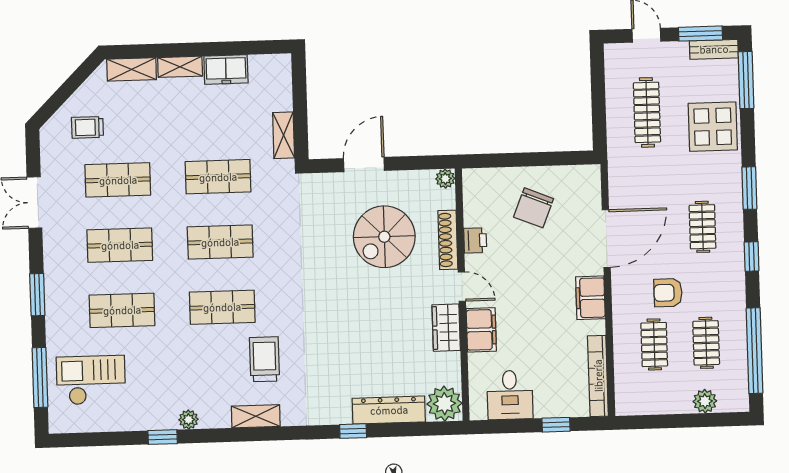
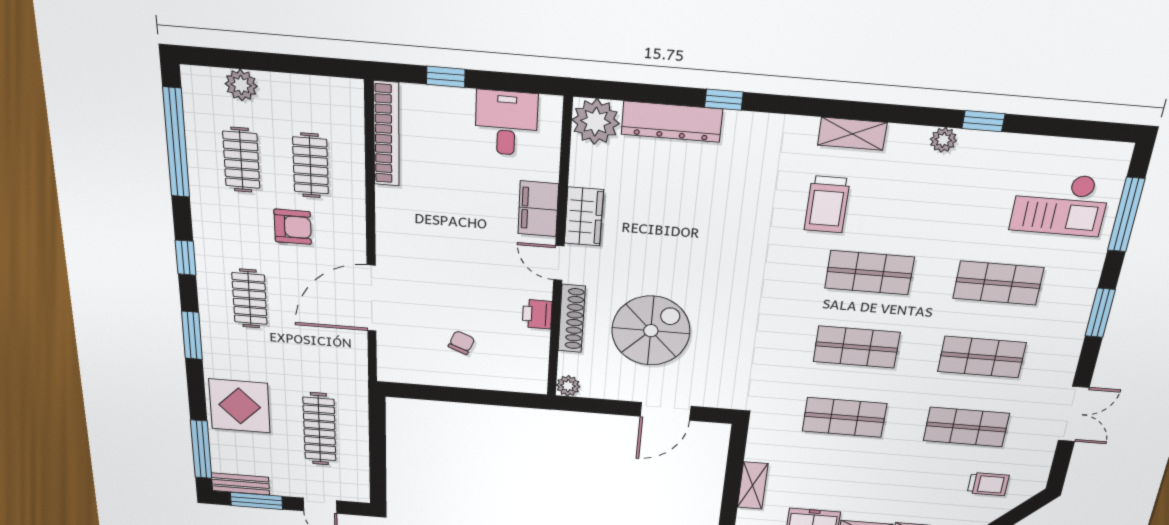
shelving: (284, 135) -> (753, 485), moved
chair: (534, 208) -> (461, 343), width x0.54, depth x0.54
filing cabinet: (590, 298) -> (394, 232), removed

